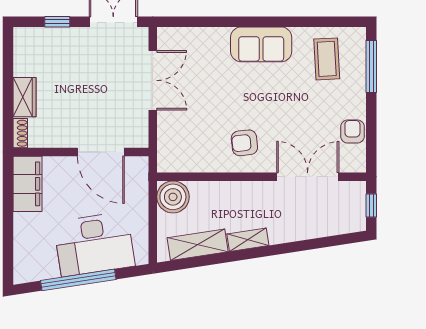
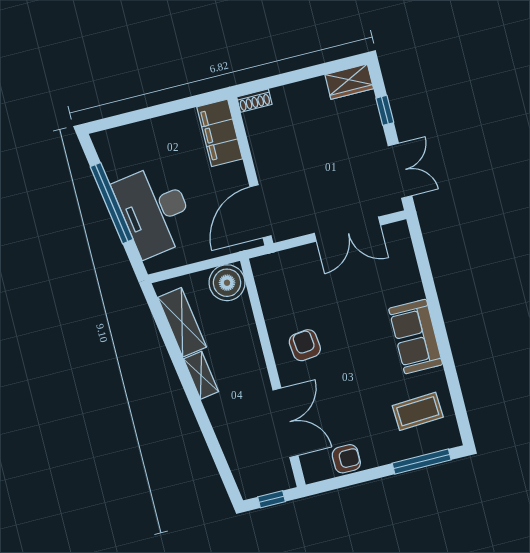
wardrobe: (25, 97) -> (349, 82), moved
door: (101, 152) -> (261, 211), moved
filing cabinet: (27, 184) -> (220, 133), moved, turned 90

